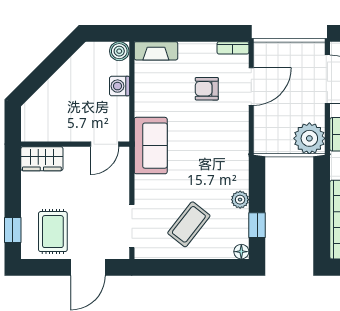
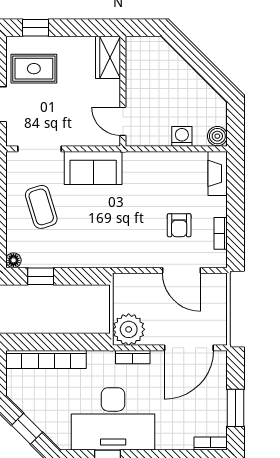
bookcase: (233, 48) -> (221, 233), moved
armchair: (207, 89) -> (179, 225), turned 180
sofa: (151, 146) -> (93, 168), moved
plant: (240, 200) -> (66, 259), removed
coffee table: (189, 224) -> (41, 207), turned 35

